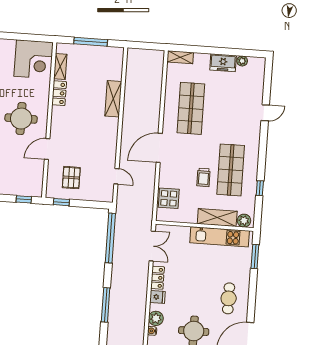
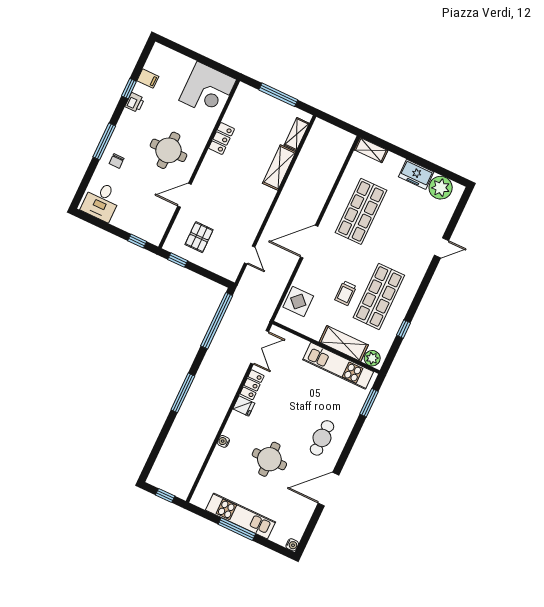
plant: (242, 61) -> (441, 188), width x1.88, depth x1.88
shelving: (60, 67) -> (297, 134), moved
plant: (156, 318) -> (233, 429), removed

